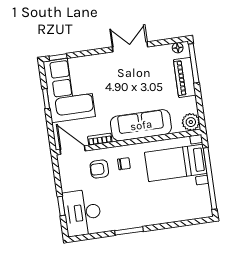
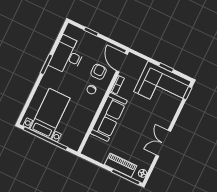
double door: (130, 47) -> (163, 143), swing flipped
plant: (191, 122) -> (90, 150), removed
door: (73, 150) -> (122, 63), swing flipped
bed with nightstands: (176, 163) -> (50, 114), moved
desk: (82, 213) -> (68, 55), moved, turned -90

